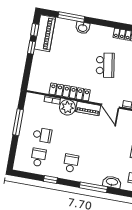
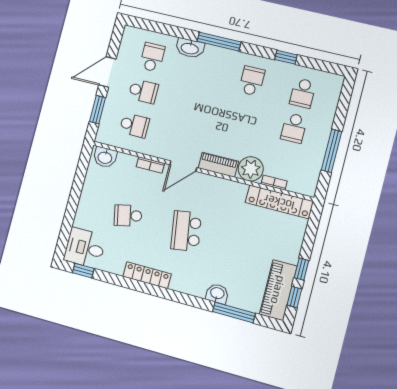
locker: (70, 92) -> (279, 202), moved
door: (110, 106) -> (183, 166), swing flipped
school desk: (42, 135) -> (294, 128), turned -90
school desk: (71, 163) -> (252, 81), turned 180

